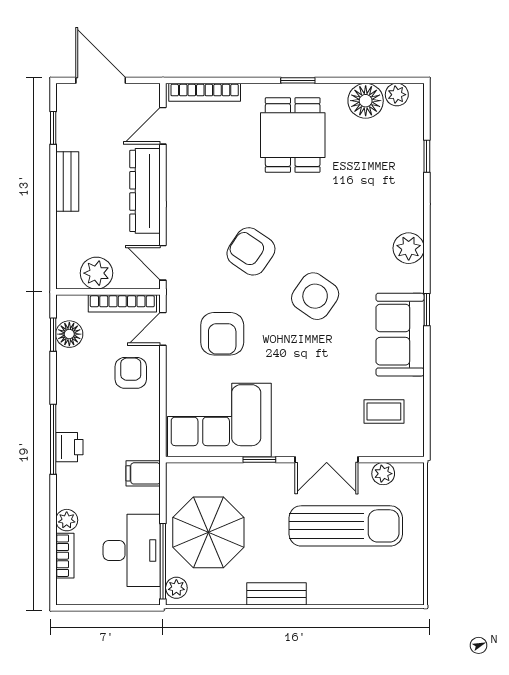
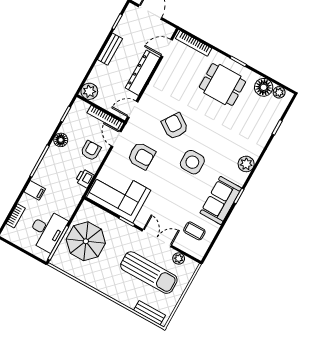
dining table: (293, 135) -> (222, 84), turned 90
door: (163, 263) -> (133, 109), hinge flipped
plant: (96, 273) -> (89, 91), moved
side table: (315, 296) -> (192, 162), turned -35
door: (163, 329) -> (116, 139), hinge flipped
floor lamp: (69, 334) -> (61, 140), moved
armchair: (222, 334) -> (141, 156), turned -90
printer: (69, 447) -> (85, 178), moved, turned 180
double door: (327, 460) -> (157, 238), swing flipped
filing cabinet: (143, 473) -> (35, 190), moved, turned 180
plant: (67, 520) -> (25, 200), removed
plant: (176, 588) -> (58, 258), removed
bench: (277, 594) -> (150, 313), moved

